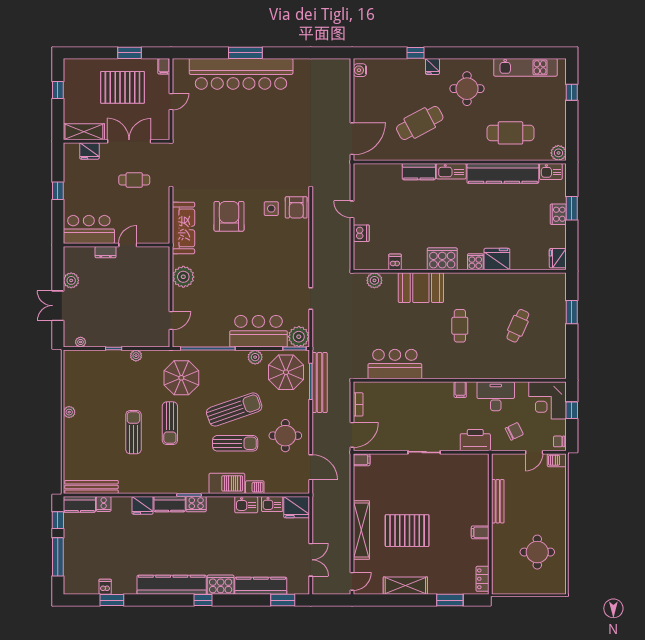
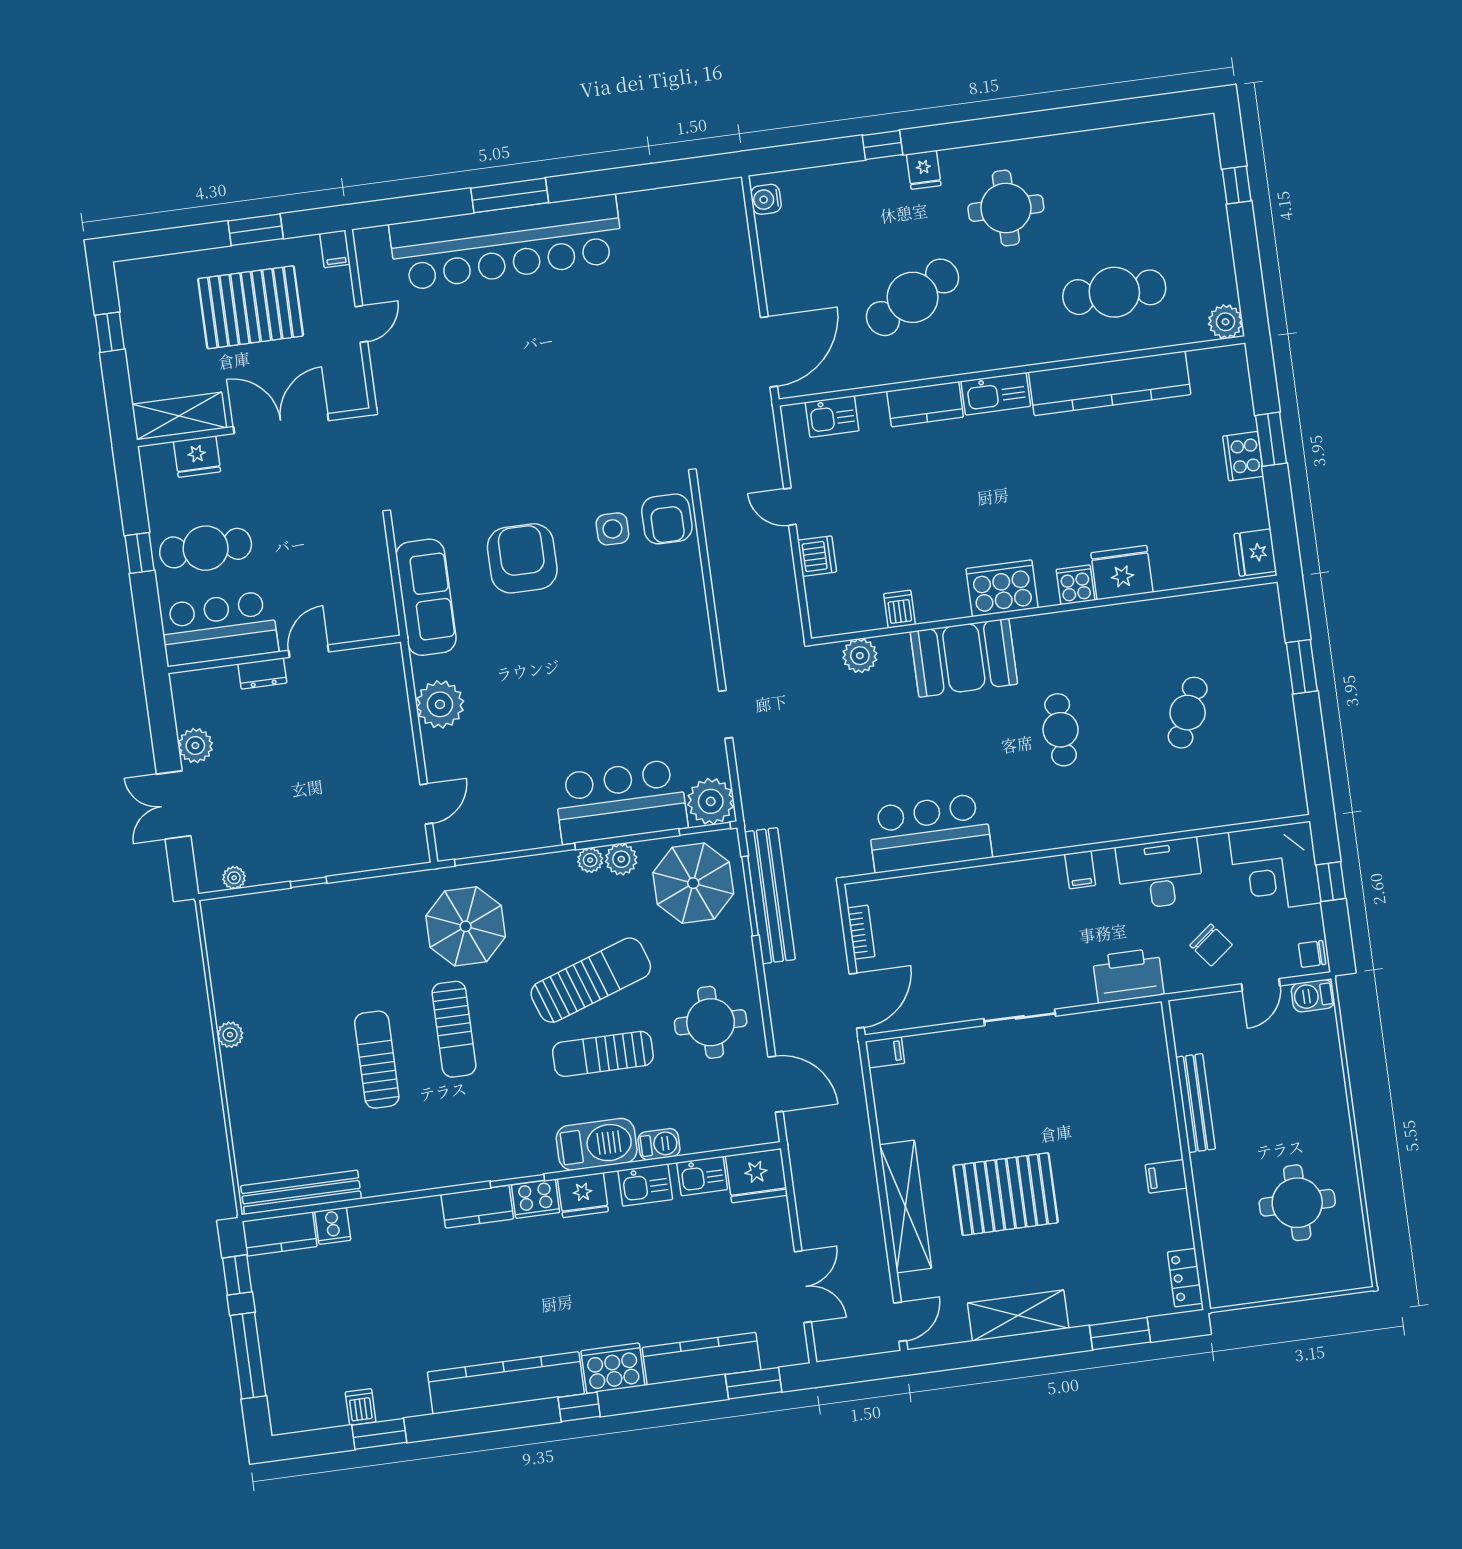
kitchen unit: (525, 67) -> (1128, 144), removed
kitchen sink: (551, 172) -> (832, 417), moved
cafe table: (134, 180) -> (206, 548), moved, width x1.37, depth x1.35
plant: (136, 356) -> (590, 860), moved
chair: (514, 431) -> (1211, 945), turned 78
sun lounger: (235, 443) -> (603, 1054), turned 180
fridge: (143, 505) -> (583, 1195), moved

